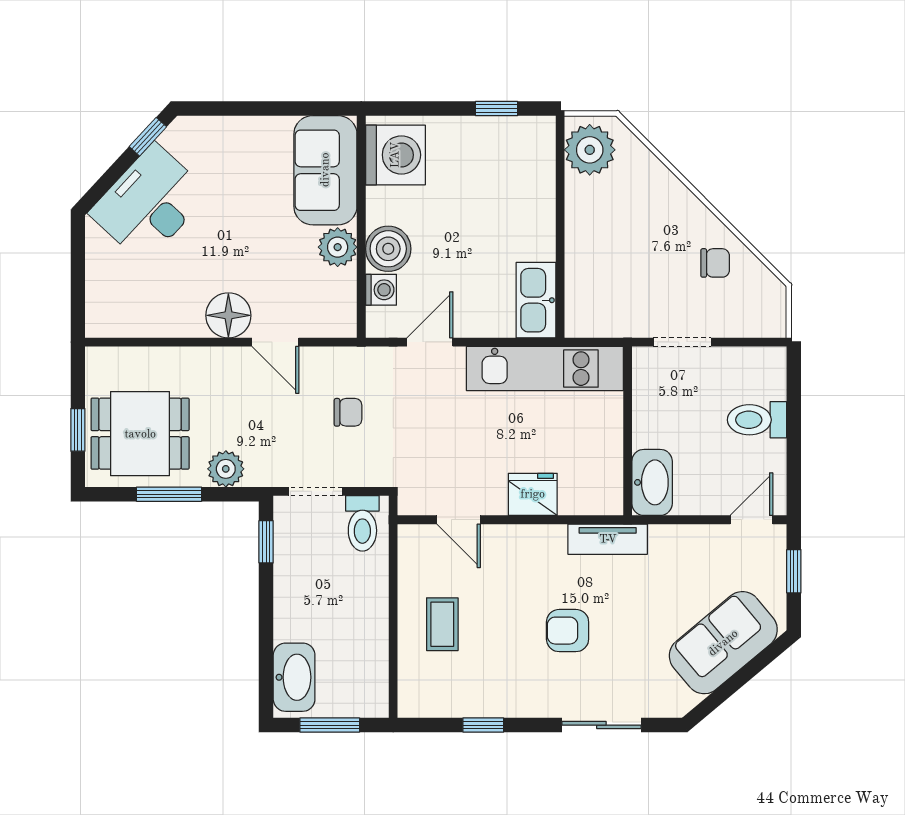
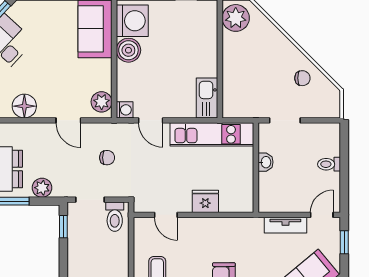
plant: (338, 247) -> (102, 102), moved
boiler: (388, 249) -> (128, 50), moved
washing machine: (381, 290) -> (125, 110), moved
floor lamp: (228, 315) -> (24, 106), moved
door: (430, 342) -> (151, 120), swing flipped
toilet: (757, 420) -> (329, 164), width x0.73, depth x0.72
washbasin: (652, 482) -> (266, 162), moved, width x0.52, depth x0.69
tv unit: (608, 539) -> (285, 225), moved

